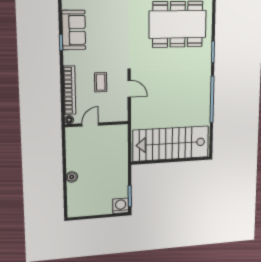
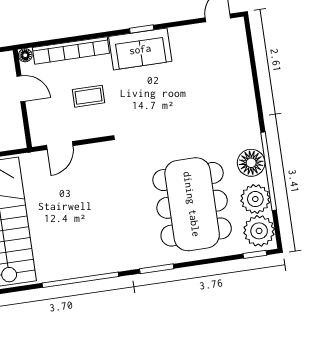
sofa: (74, 30) -> (140, 49), moved
door: (129, 89) -> (60, 146), moved

